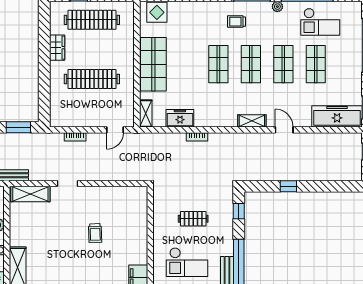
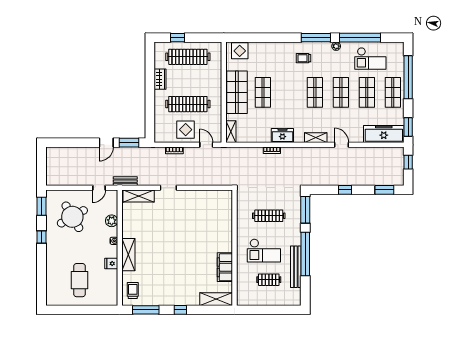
shop shelf: (218, 64) -> (263, 92), moved
shop shelf: (348, 64) -> (393, 92), added
display table: (89, 111) -> (186, 130), added
freezer: (180, 118) -> (282, 136), moved
door: (115, 130) -> (206, 145), swing flipped
window: (338, 186) -> (384, 190), added
window: (239, 211) -> (305, 210), width x2.17
clothes rail: (193, 219) -> (269, 216), width x1.36
trolley: (95, 233) -> (190, 227), removed

